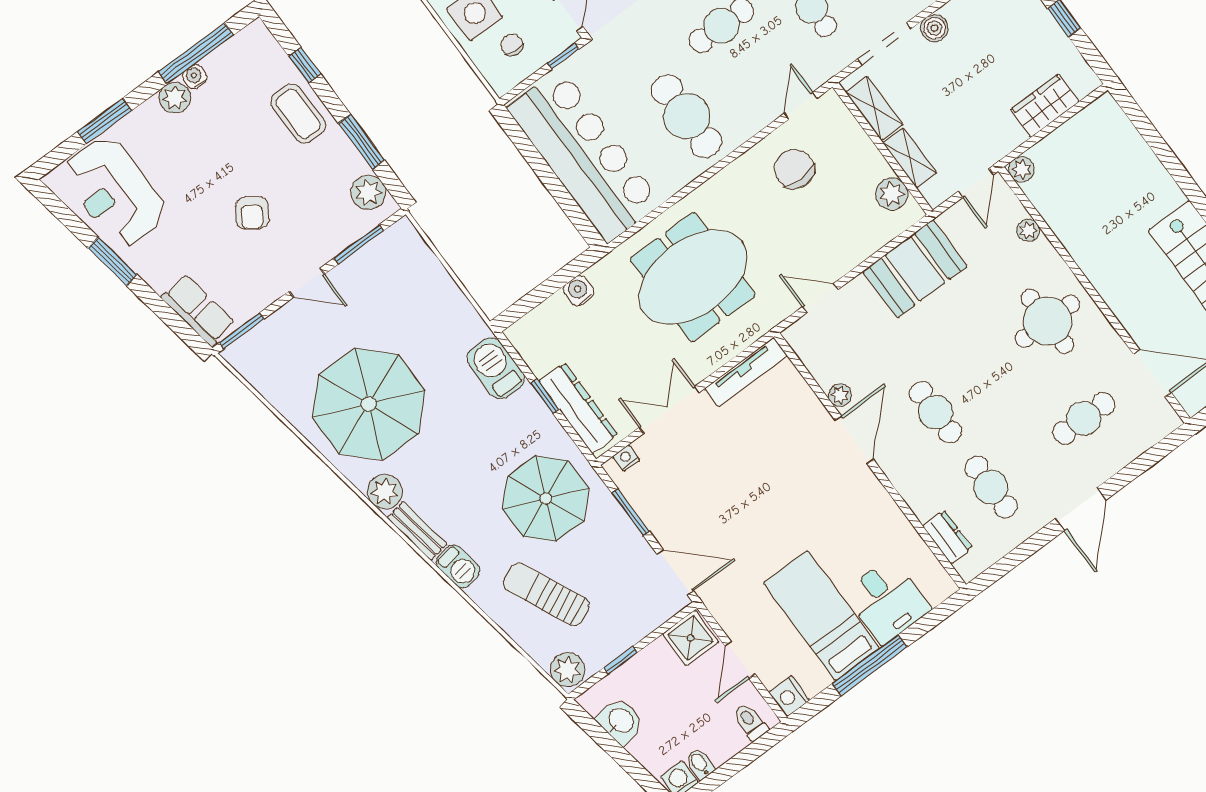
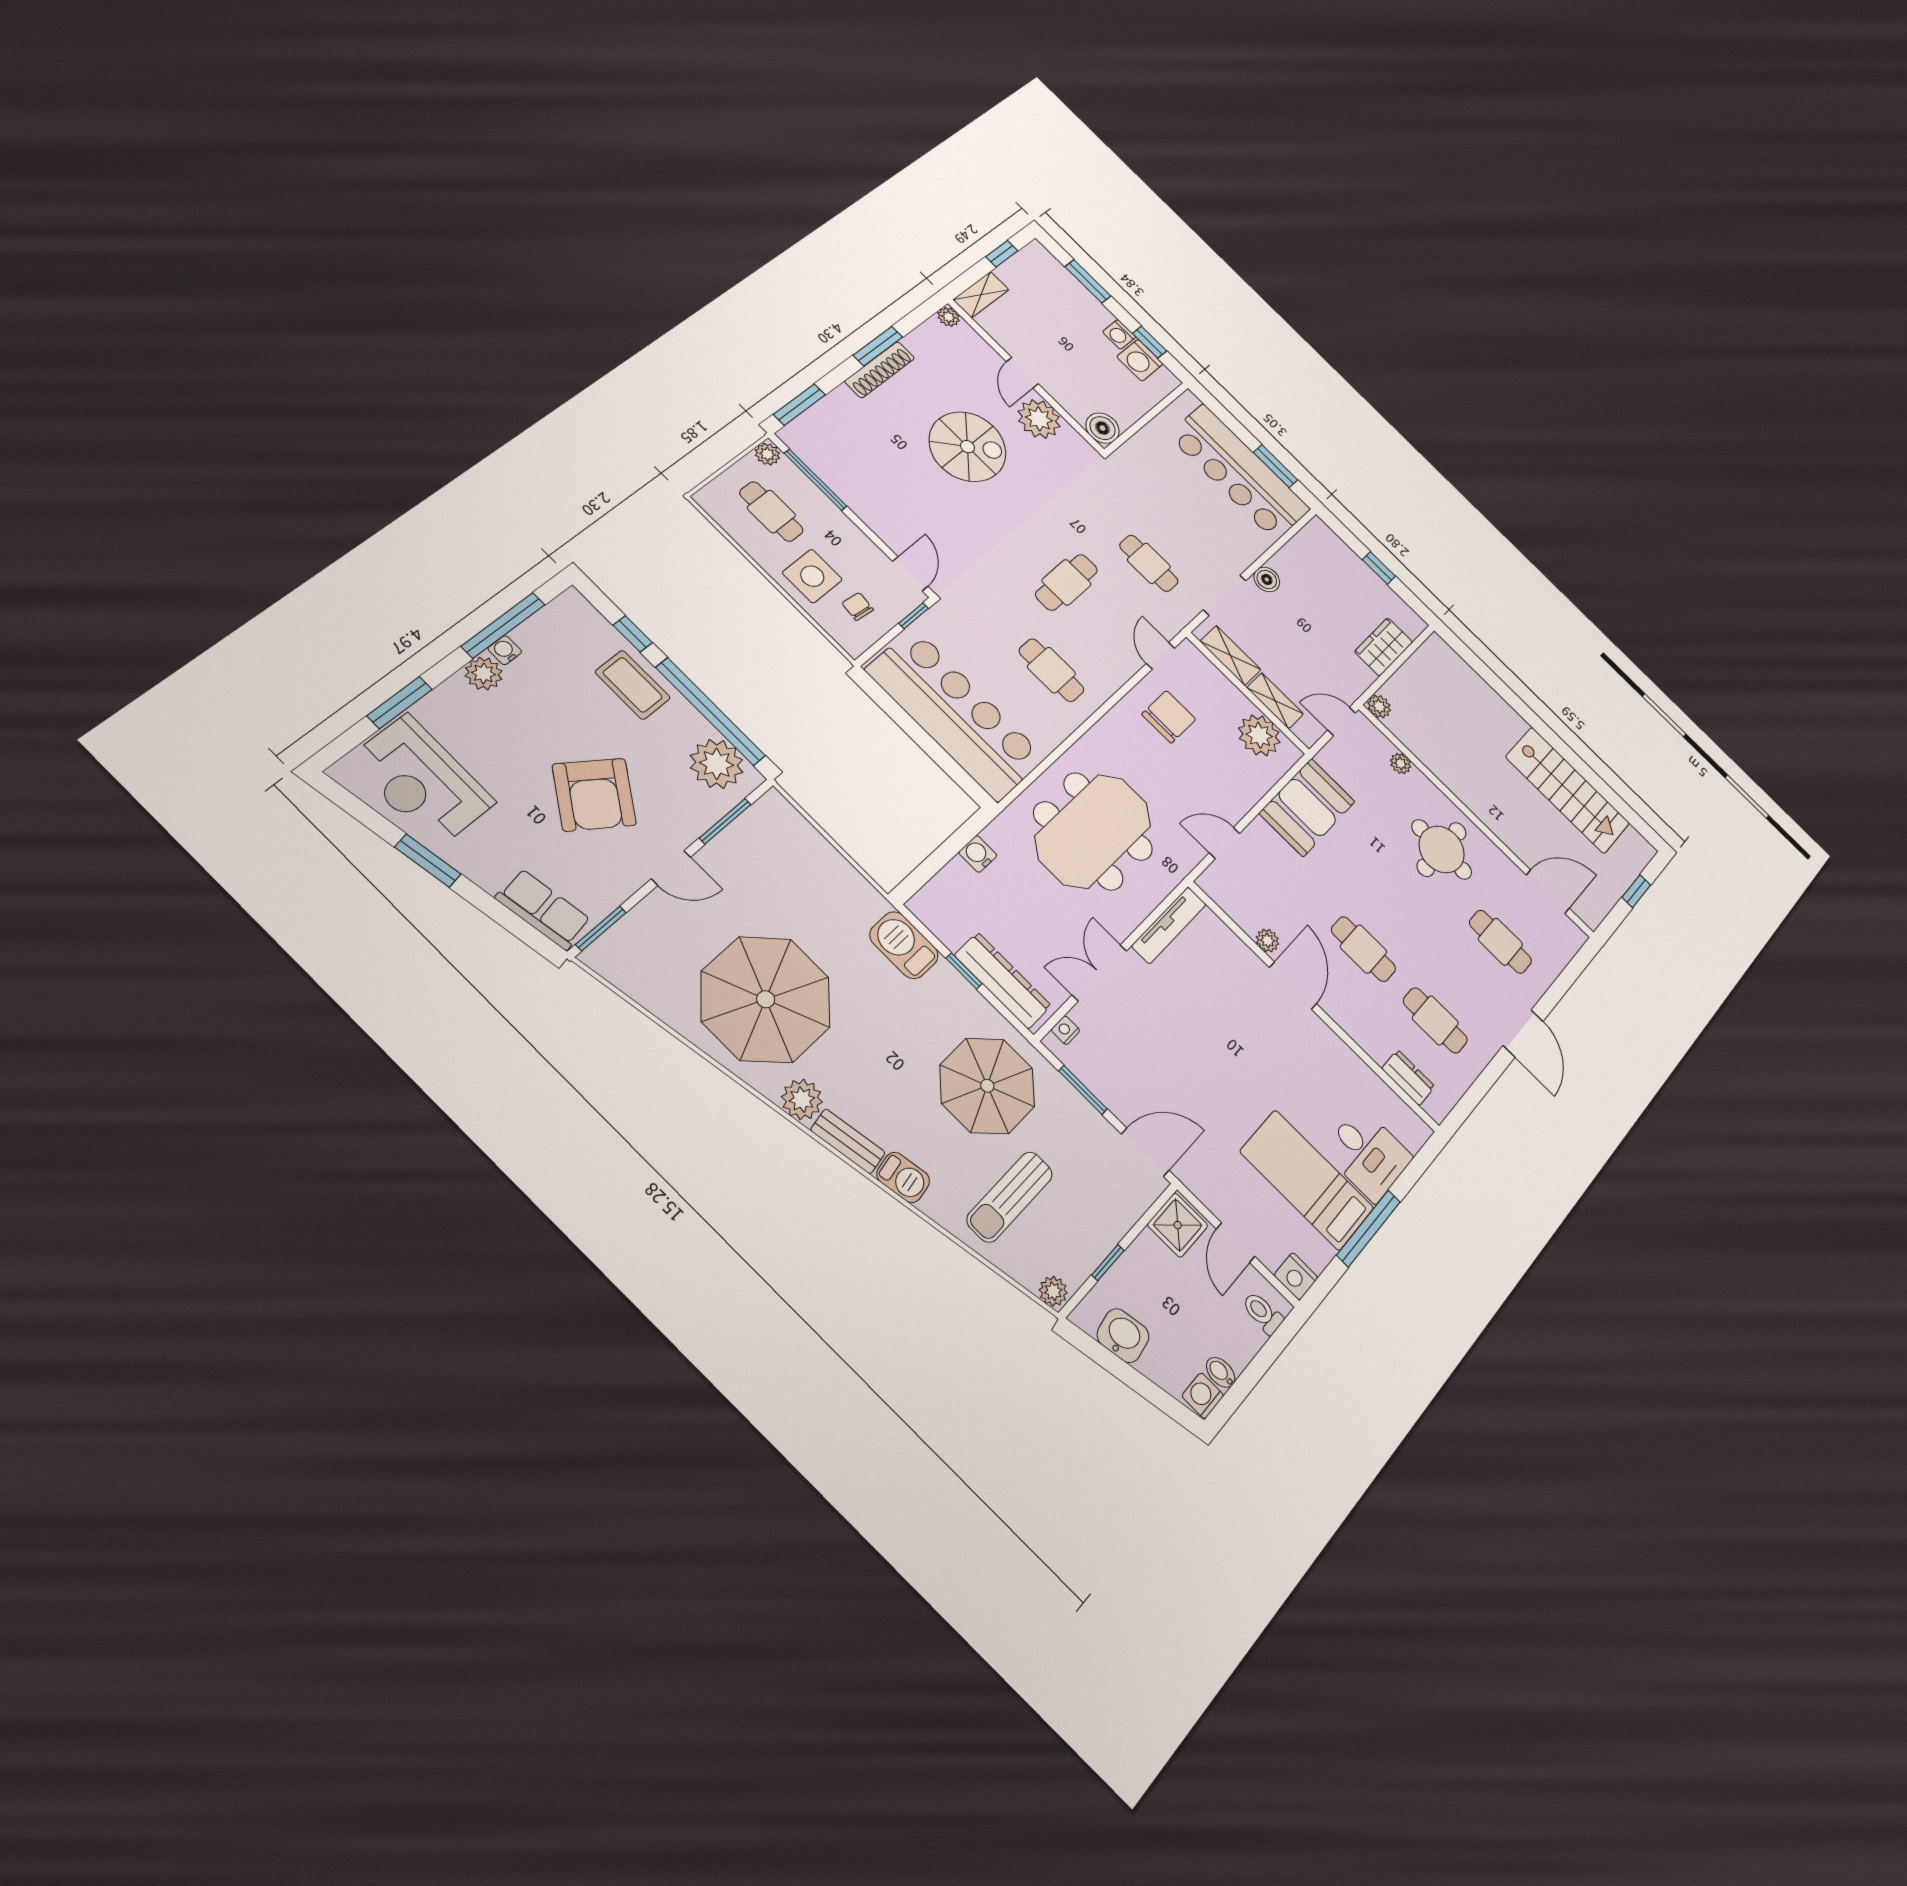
cafe table: (687, 116) -> (1051, 670), width x0.73, depth x0.74
window: (362, 142) -> (710, 712), width x2.11
chair: (794, 169) -> (1169, 717), turned 90
door: (976, 183) -> (1342, 721), swing flipped
plant: (368, 193) -> (717, 764), width x1.36, depth x1.36
plant: (892, 194) -> (1259, 735), width x1.36, depth x1.36
armchair: (252, 213) -> (594, 795), width x1.88, depth x1.88
cafe table: (1084, 418) -> (1500, 942), turned 90
sun lounger: (546, 594) -> (1010, 1197), turned -65
plant: (568, 670) -> (1053, 1291), width x0.73, depth x0.73

